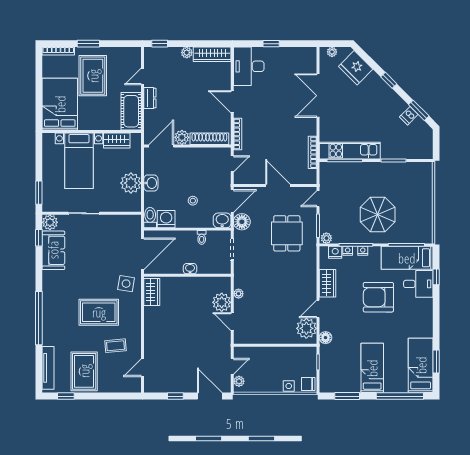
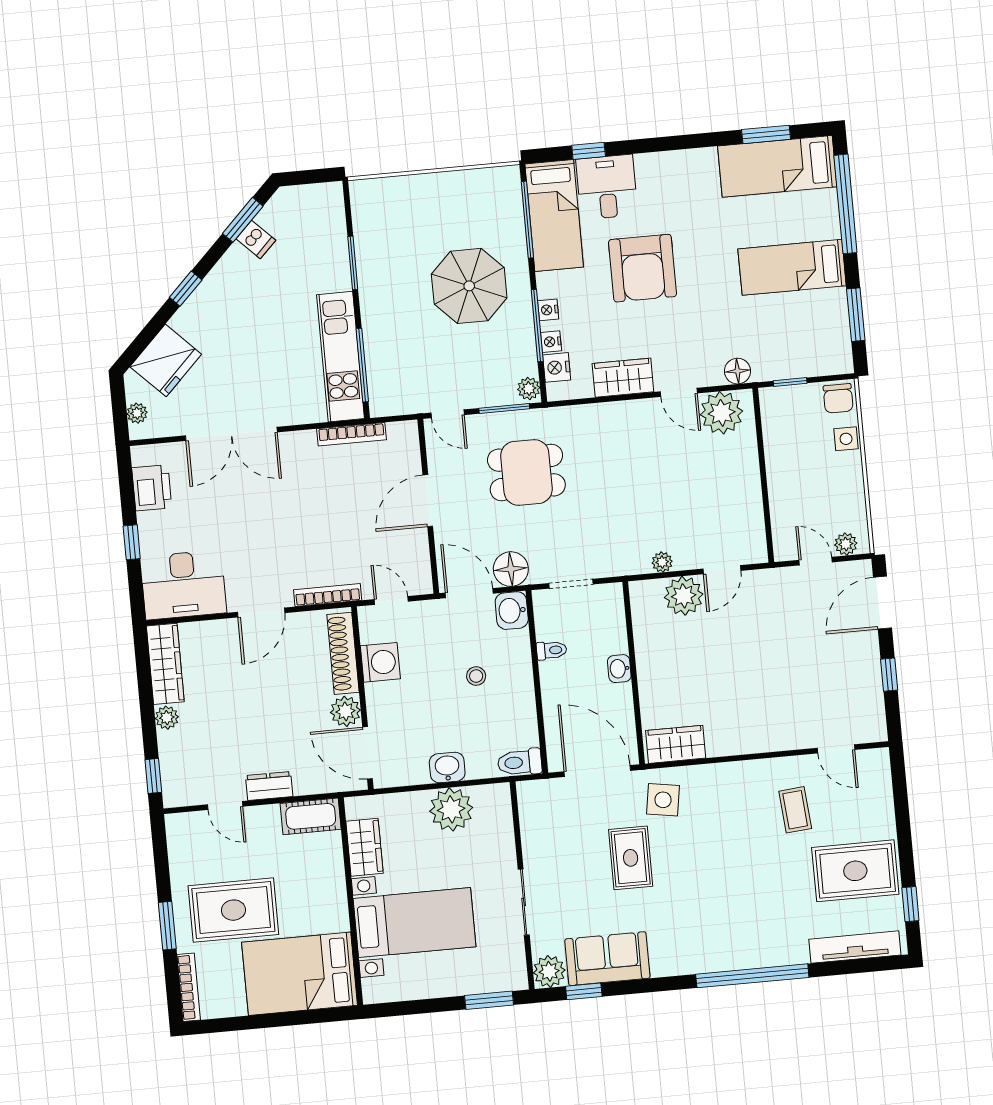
printer: (296, 56) -> (152, 488), added
cot: (131, 111) -> (311, 816), width x0.73, depth x0.75
washing machine: (166, 219) -> (380, 662), moved, turned 180
rug: (99, 312) -> (631, 858), moved, width x0.73, depth x0.70

